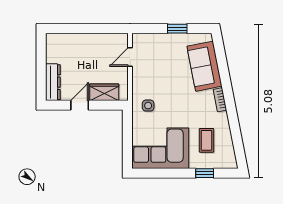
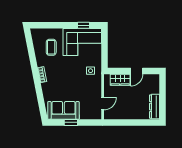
sofa: (204, 66) -> (63, 110), moved, turned -79
dresser: (53, 82) -> (155, 107), moved
window: (205, 173) -> (83, 25), moved

